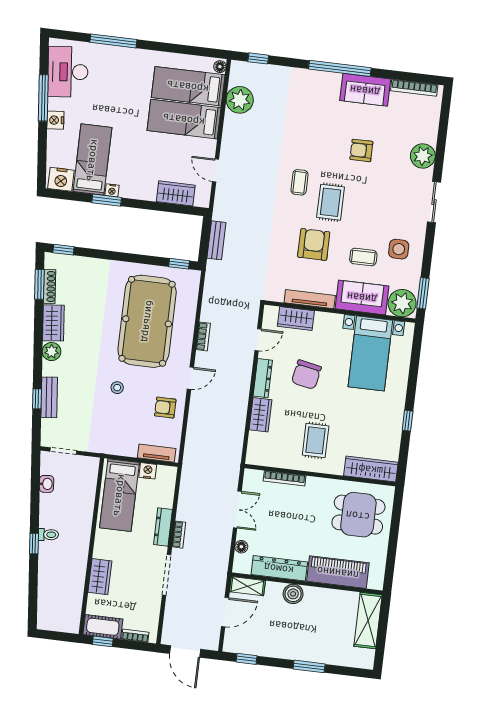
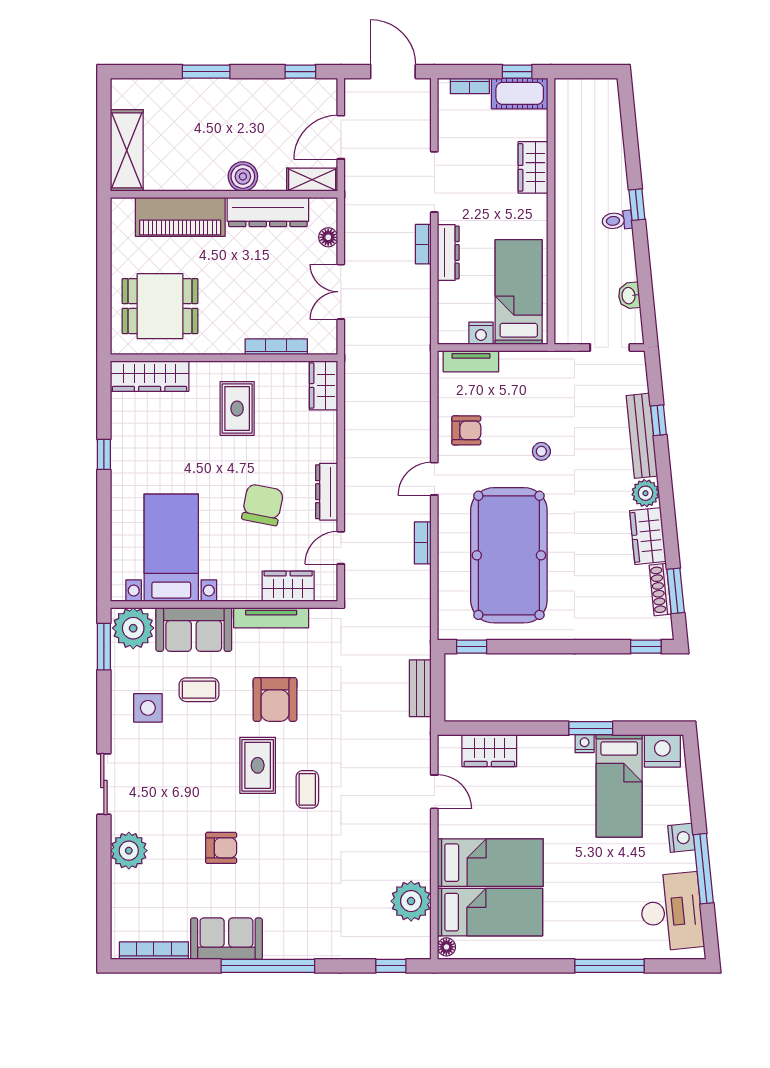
bench: (49, 397) -> (642, 436), width x1.36
wardrobe: (260, 415) -> (324, 385), moved

